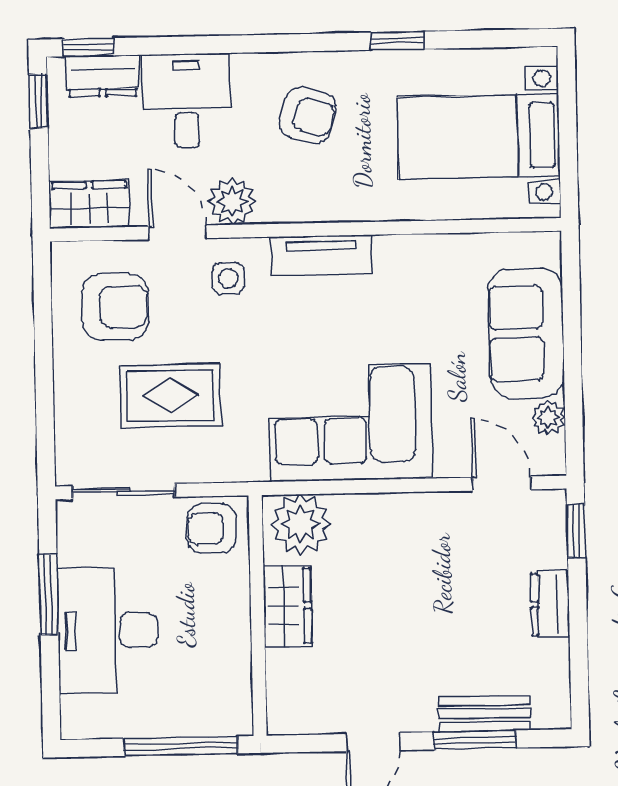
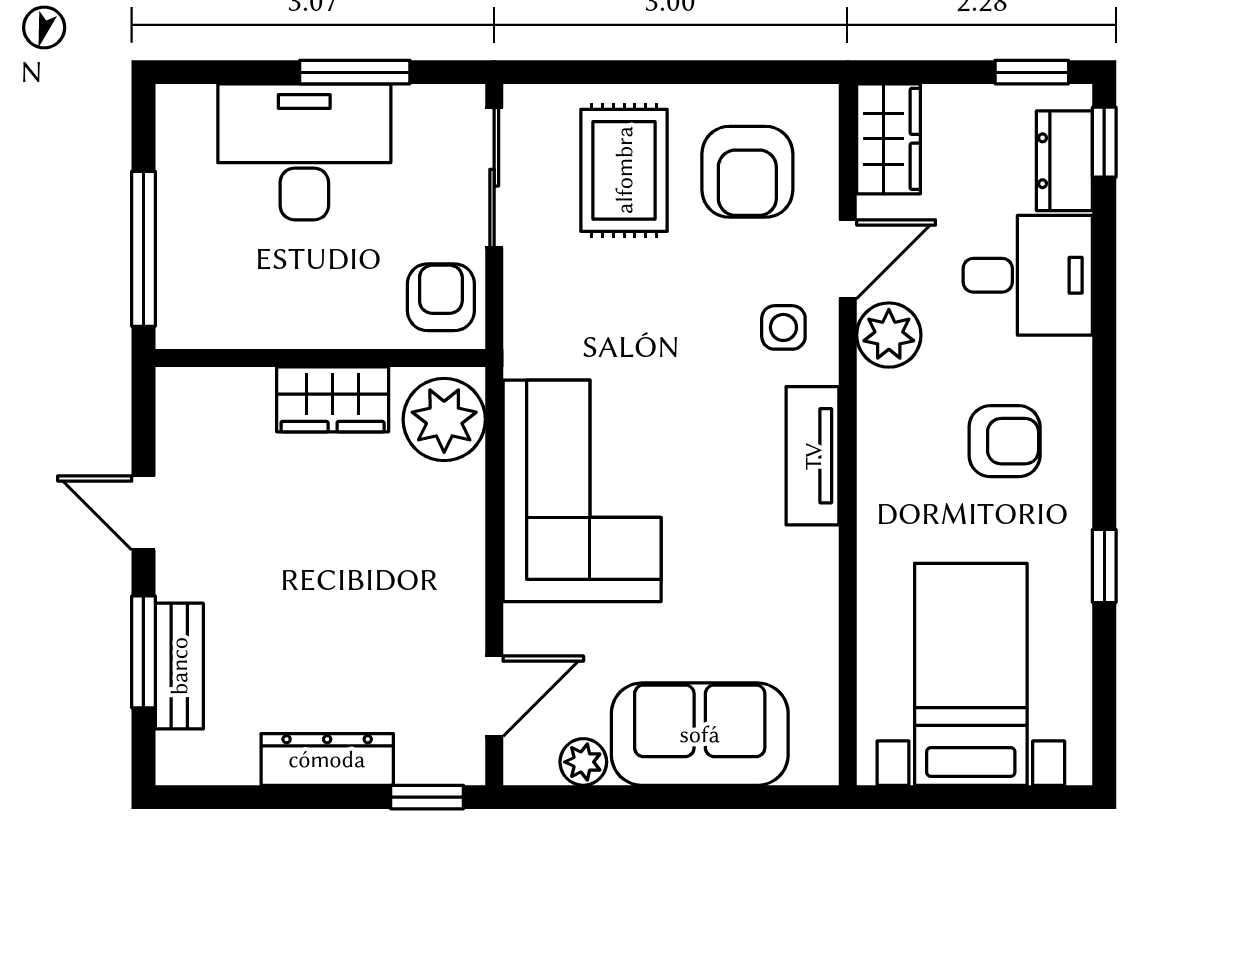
armchair: (308, 115) -> (1005, 441), turned -106
rug: (171, 396) -> (624, 170), moved
dresser: (550, 604) -> (327, 759), width x1.44

